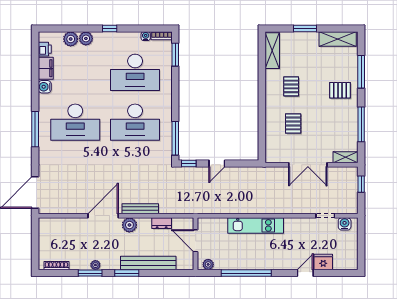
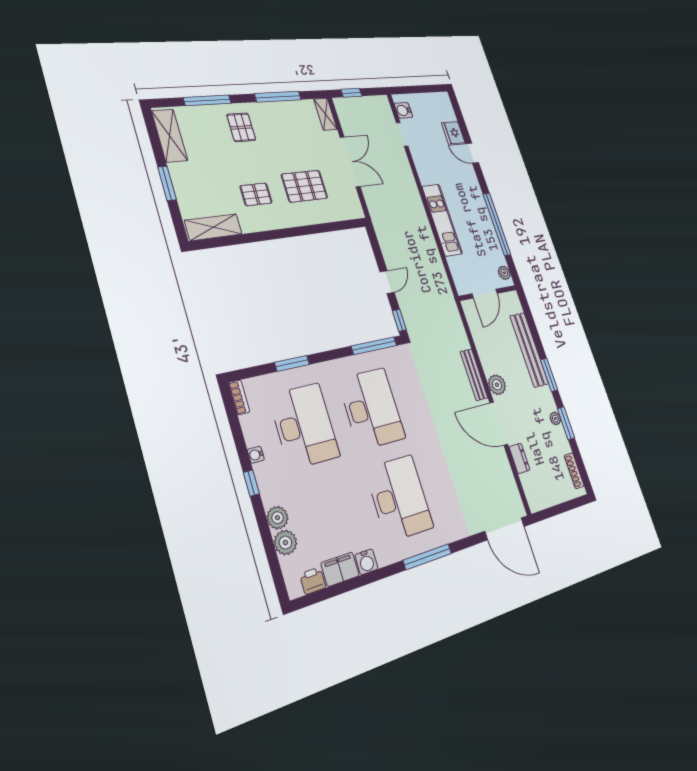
water cooler: (146, 36) -> (256, 455), moved
window: (175, 55) -> (292, 363), moved
pallet: (293, 123) -> (304, 186), width x1.50, depth x1.42
door: (217, 163) -> (387, 282), hinge flipped
dresser: (162, 223) -> (520, 458), moved

